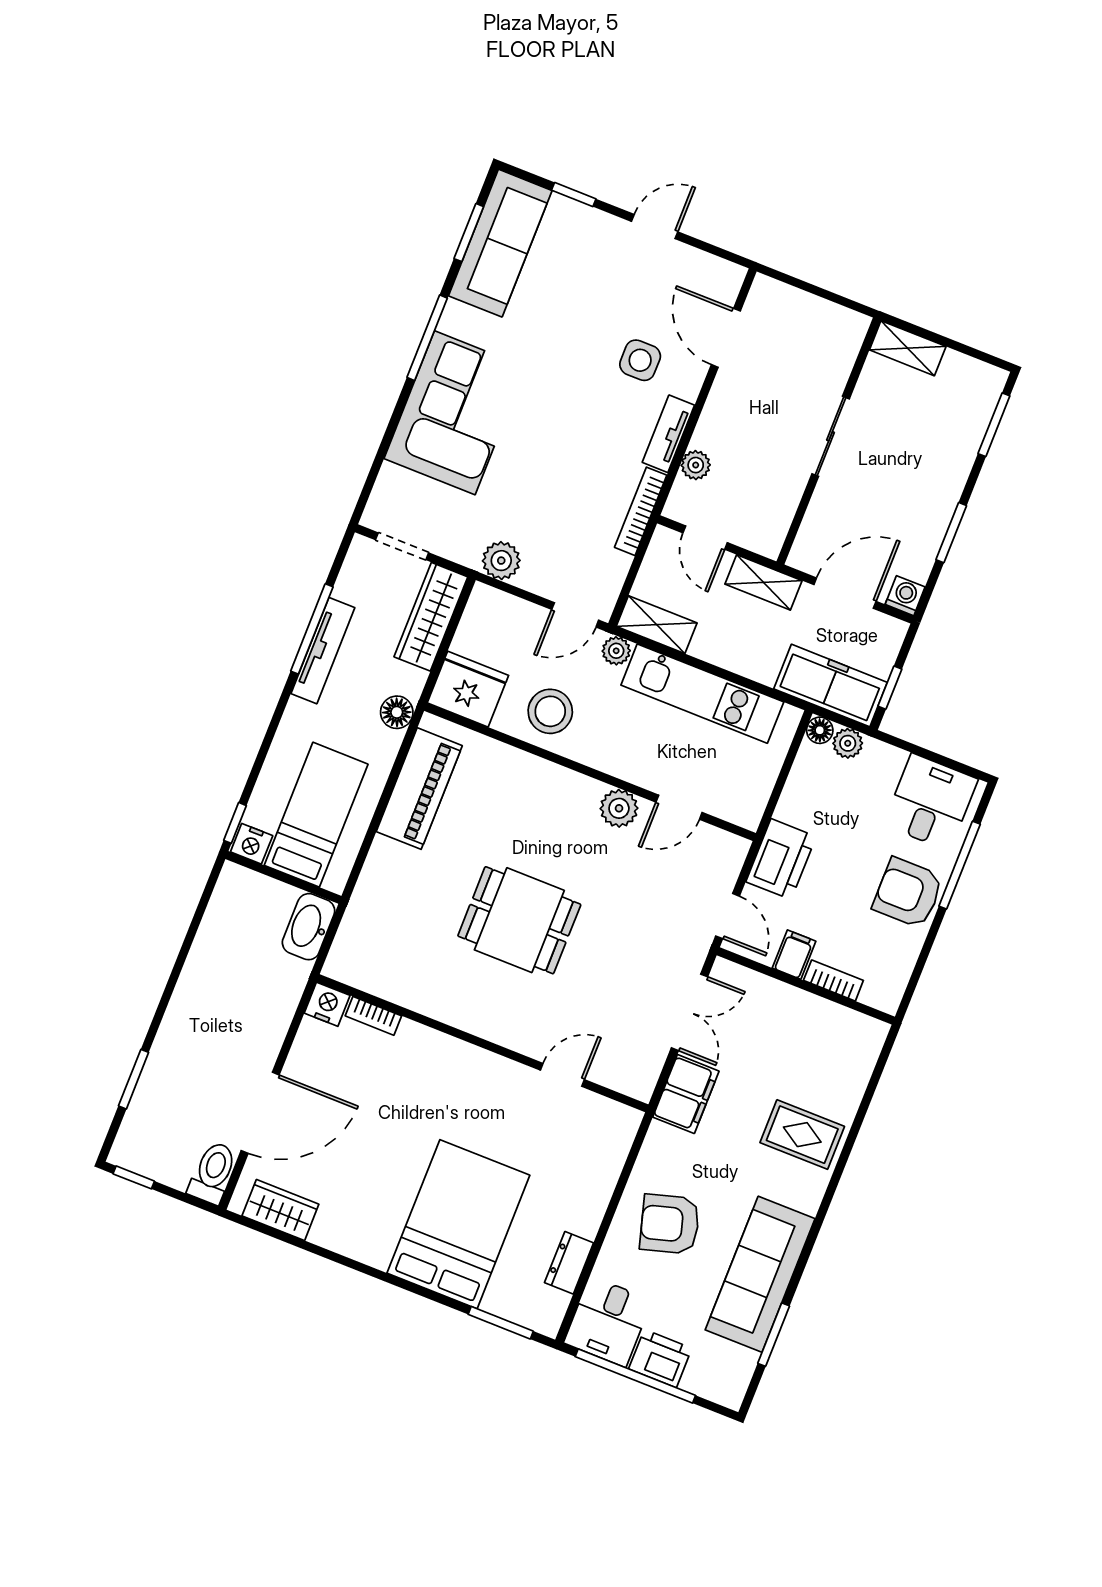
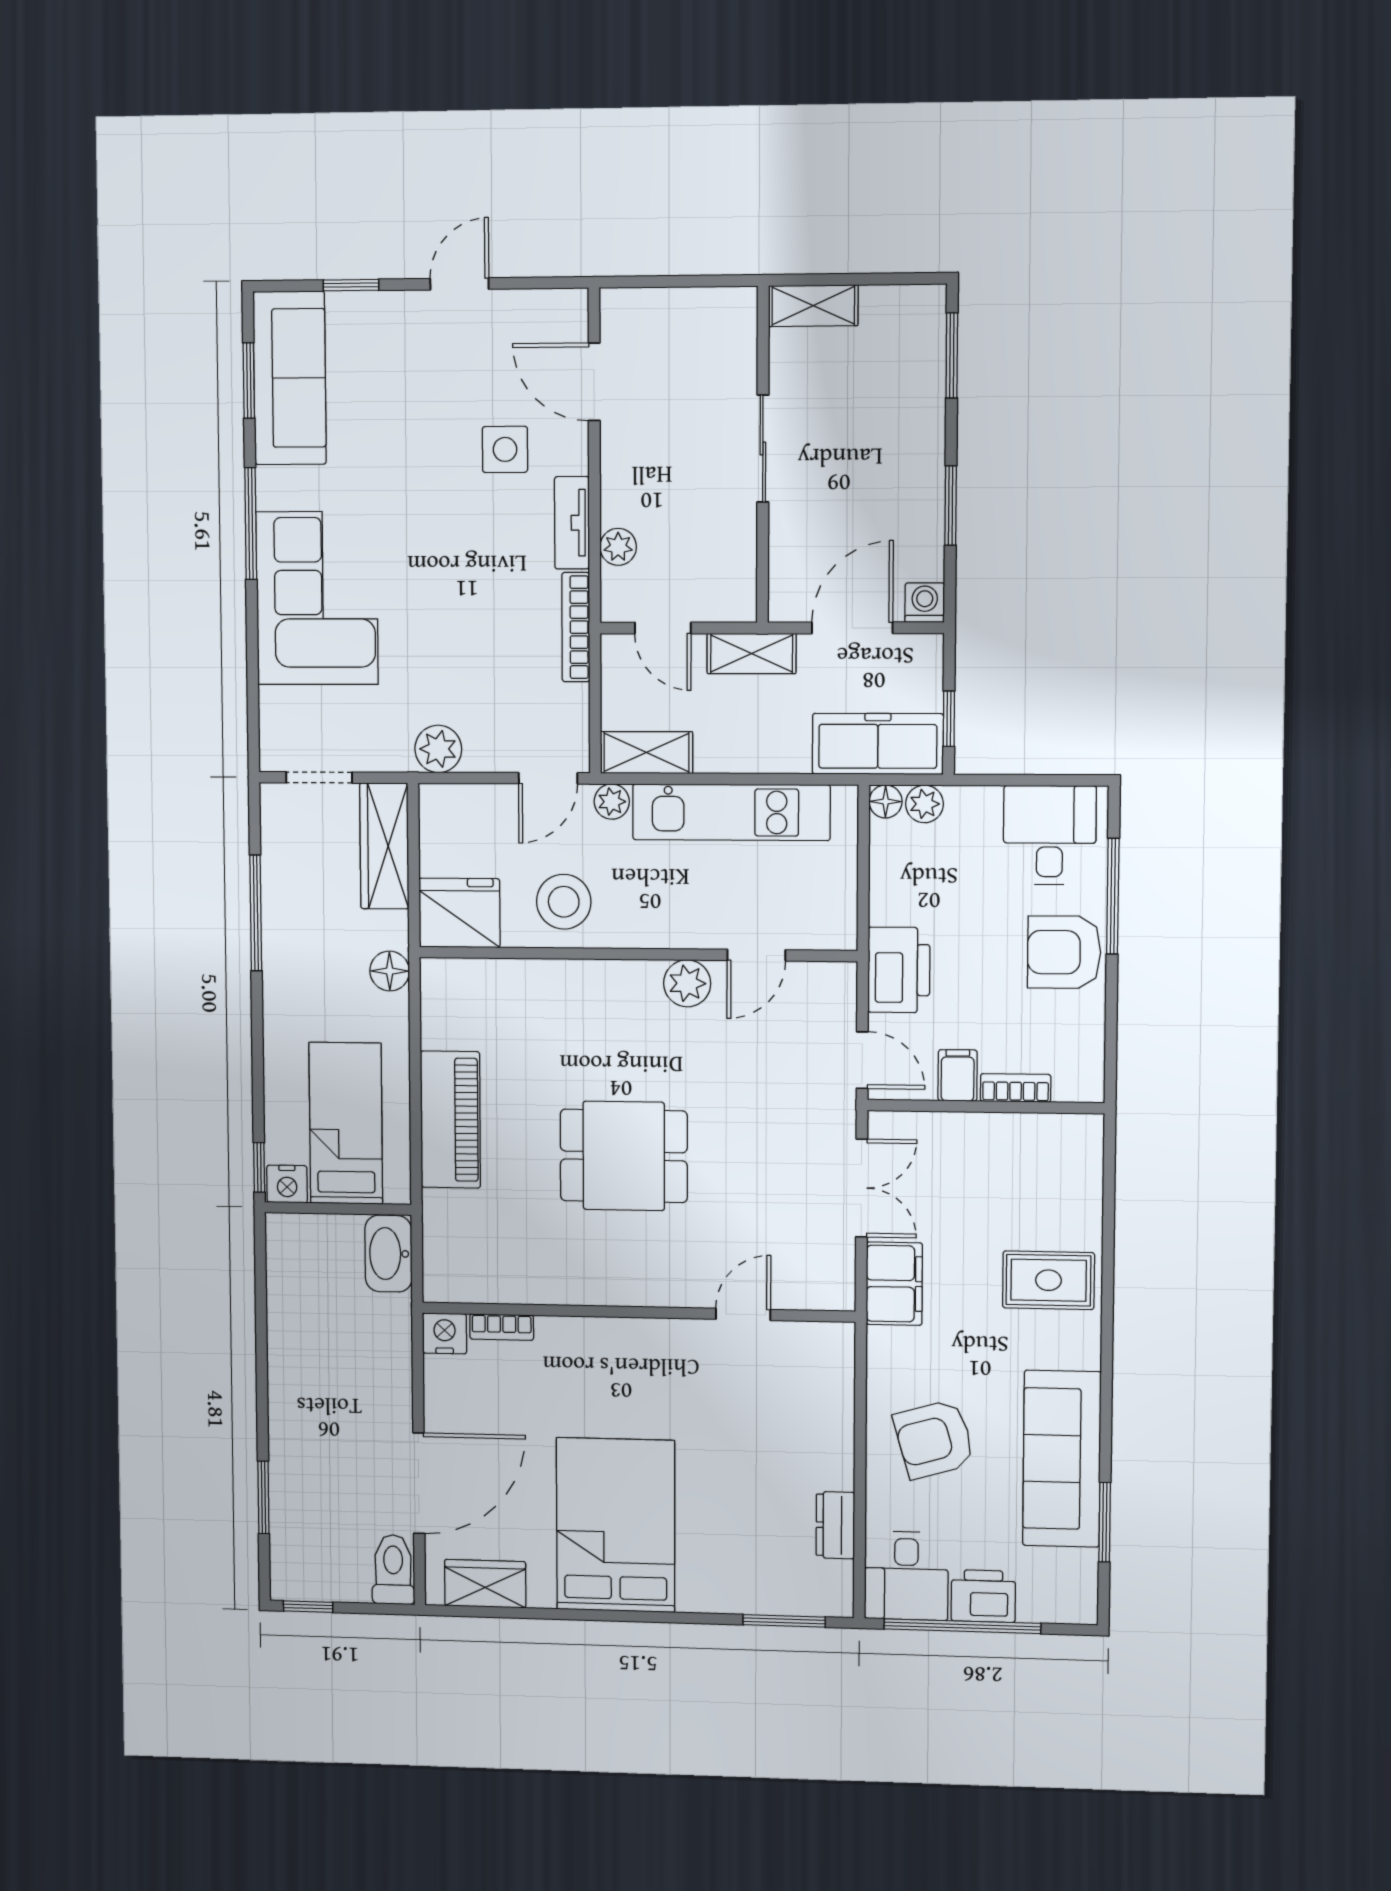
tv unit: (323, 651) -> (278, 933), removed
piano: (419, 789) -> (450, 1120), moved
bed: (458, 1224) -> (616, 1525), moved

